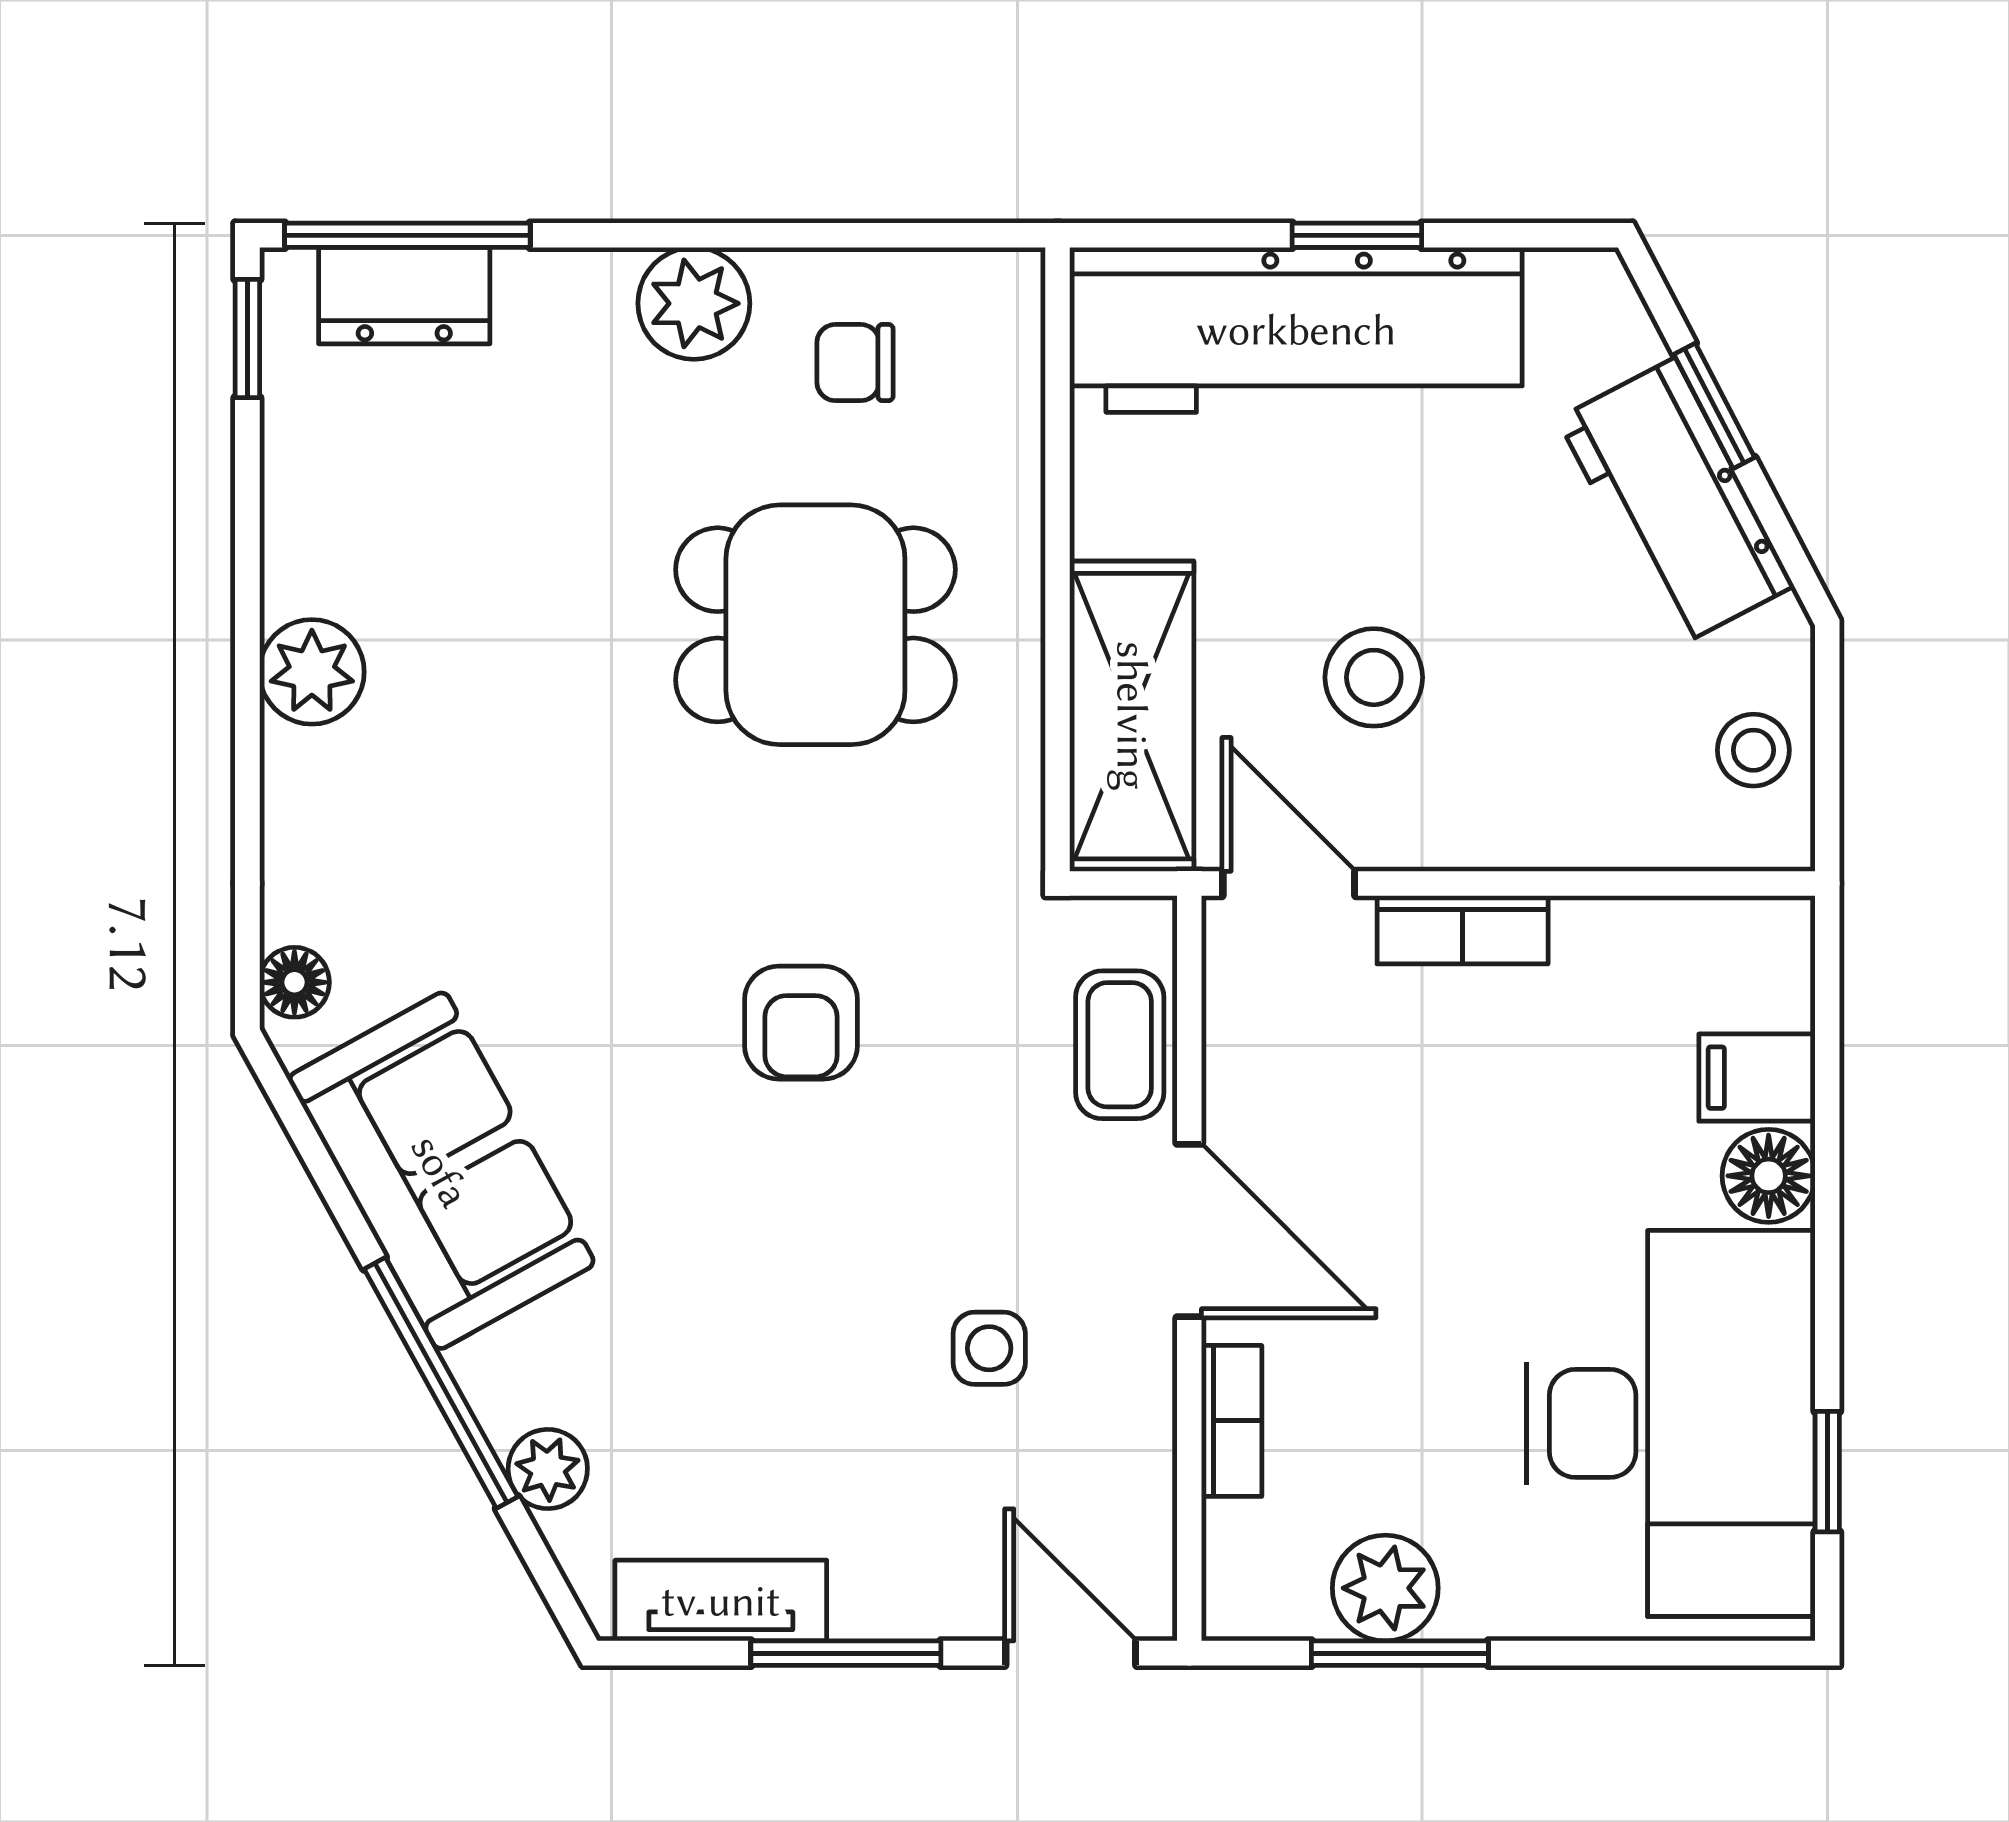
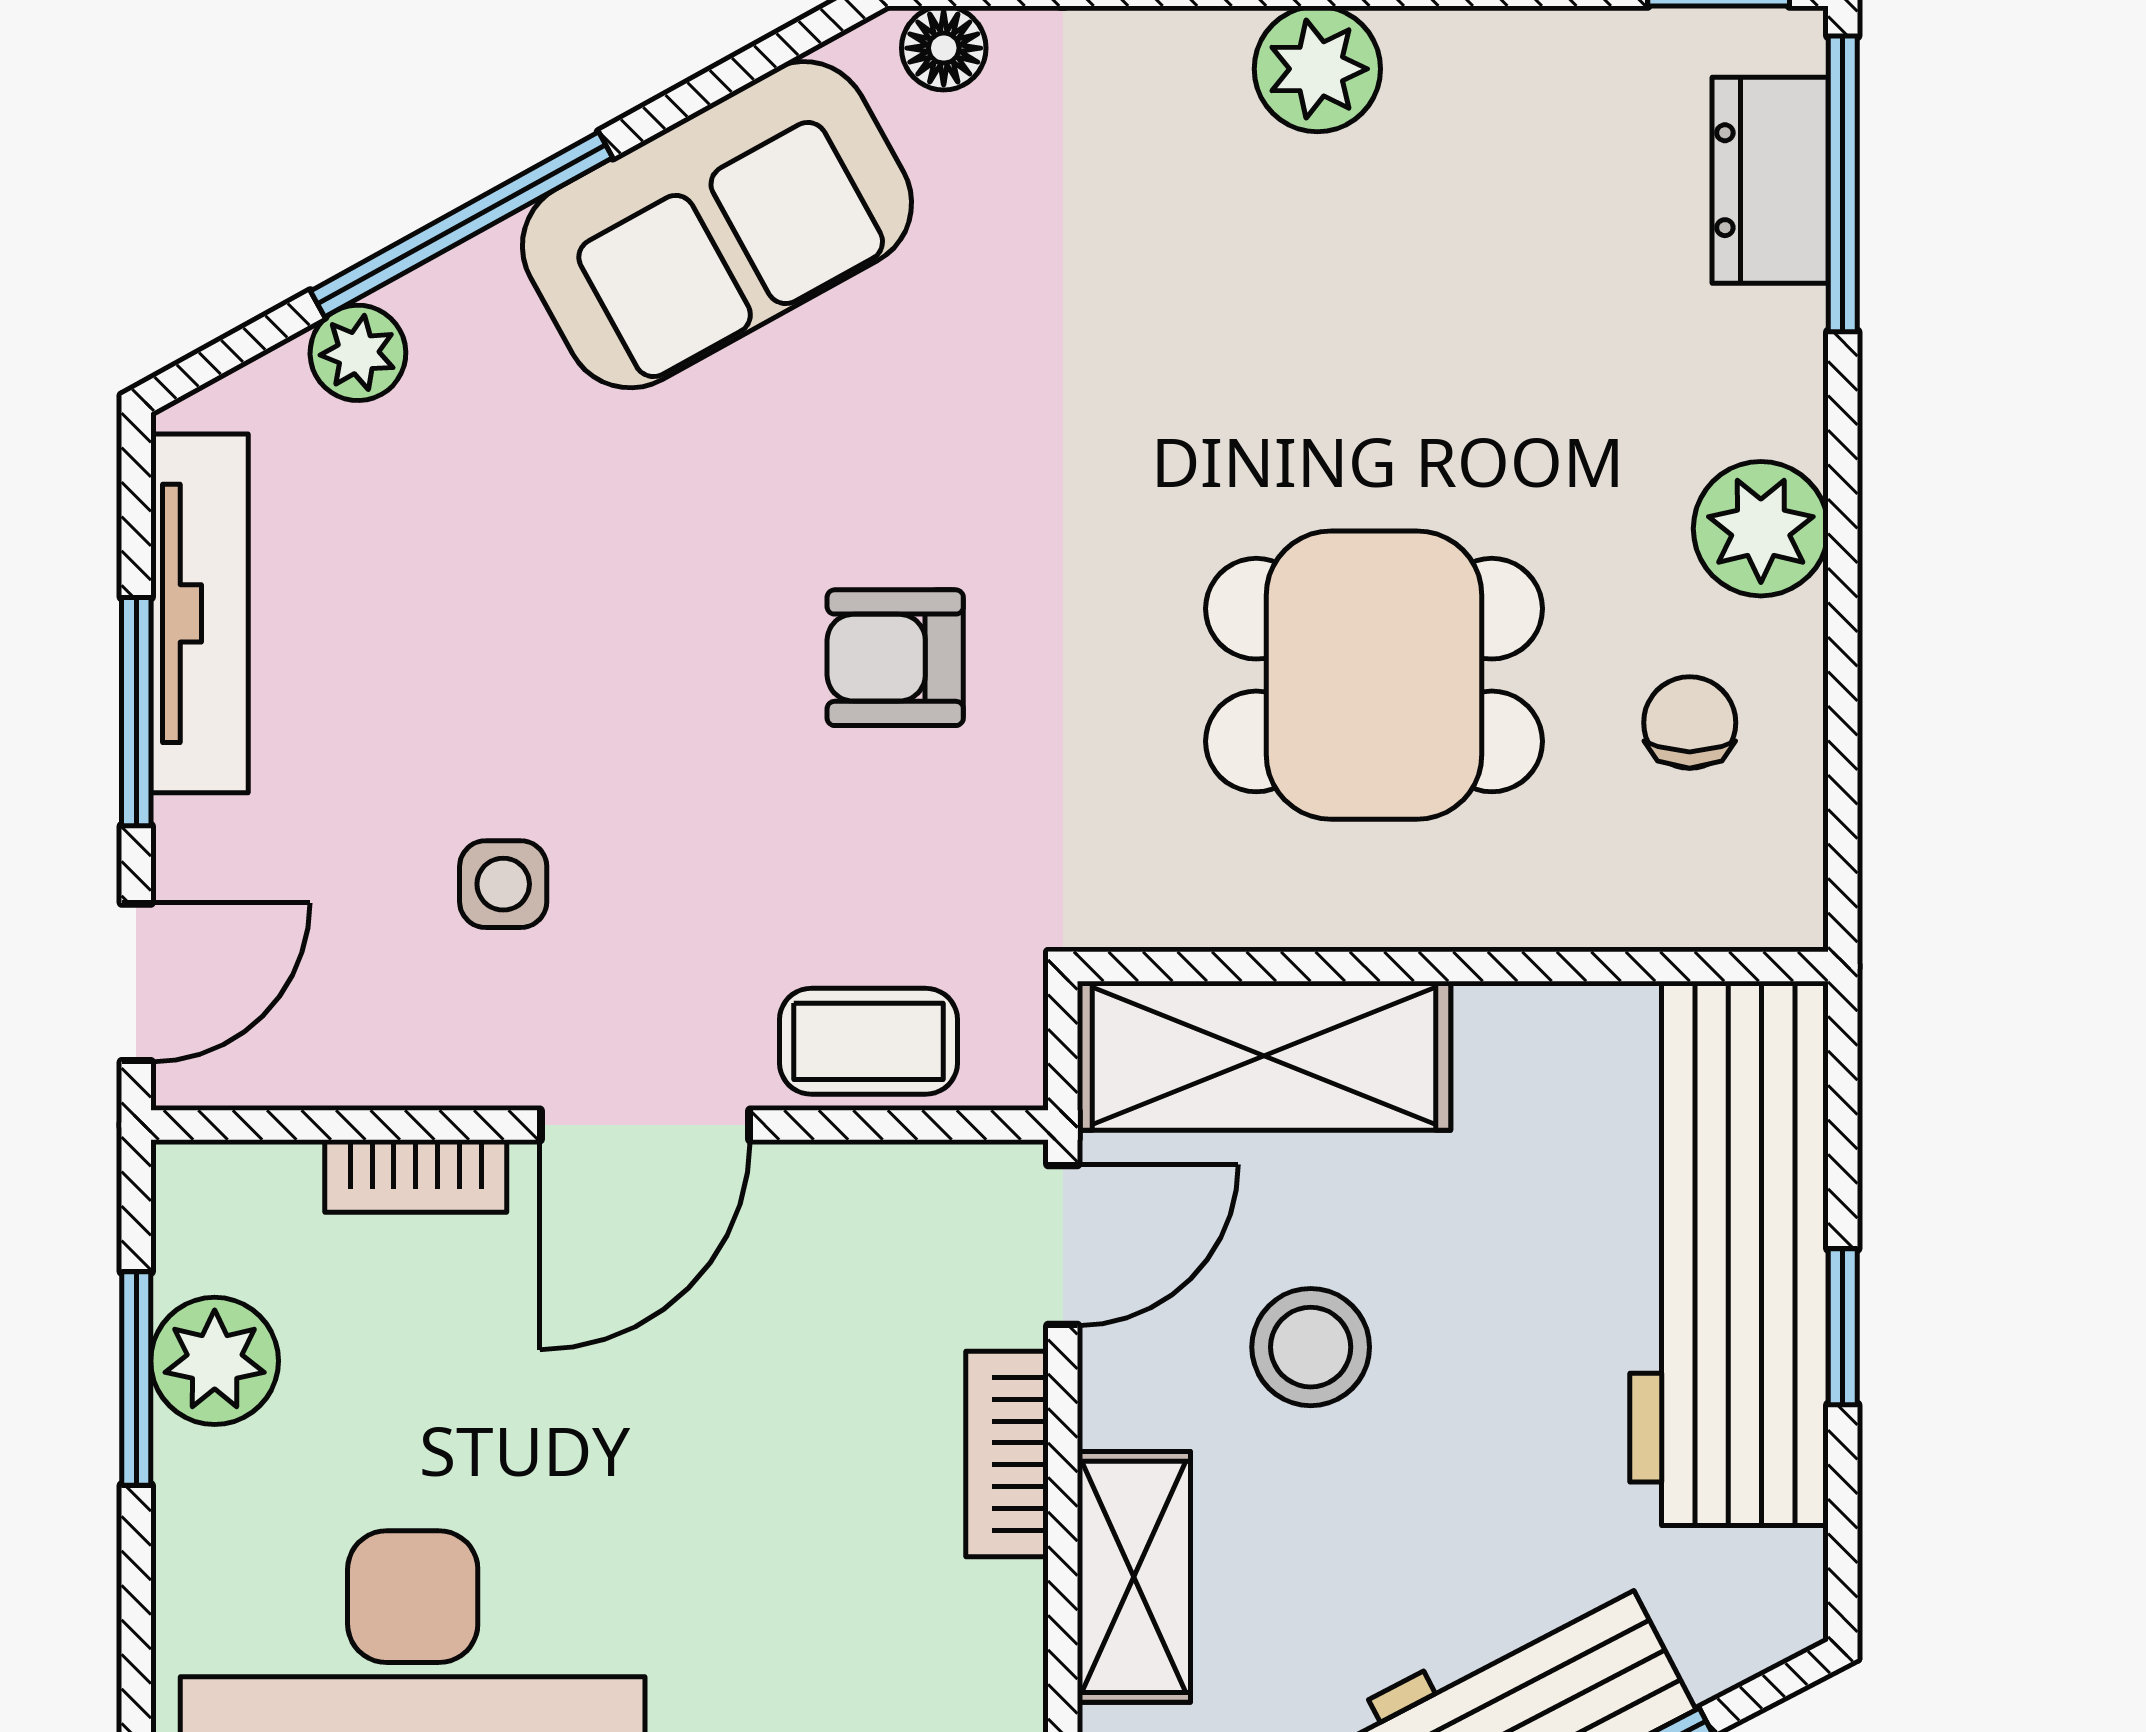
dining table: (815, 625) -> (1374, 675), turned 90
shelving: (1565, 824) -> (1134, 1577), added
tv unit: (721, 1601) -> (200, 613), width x1.41

